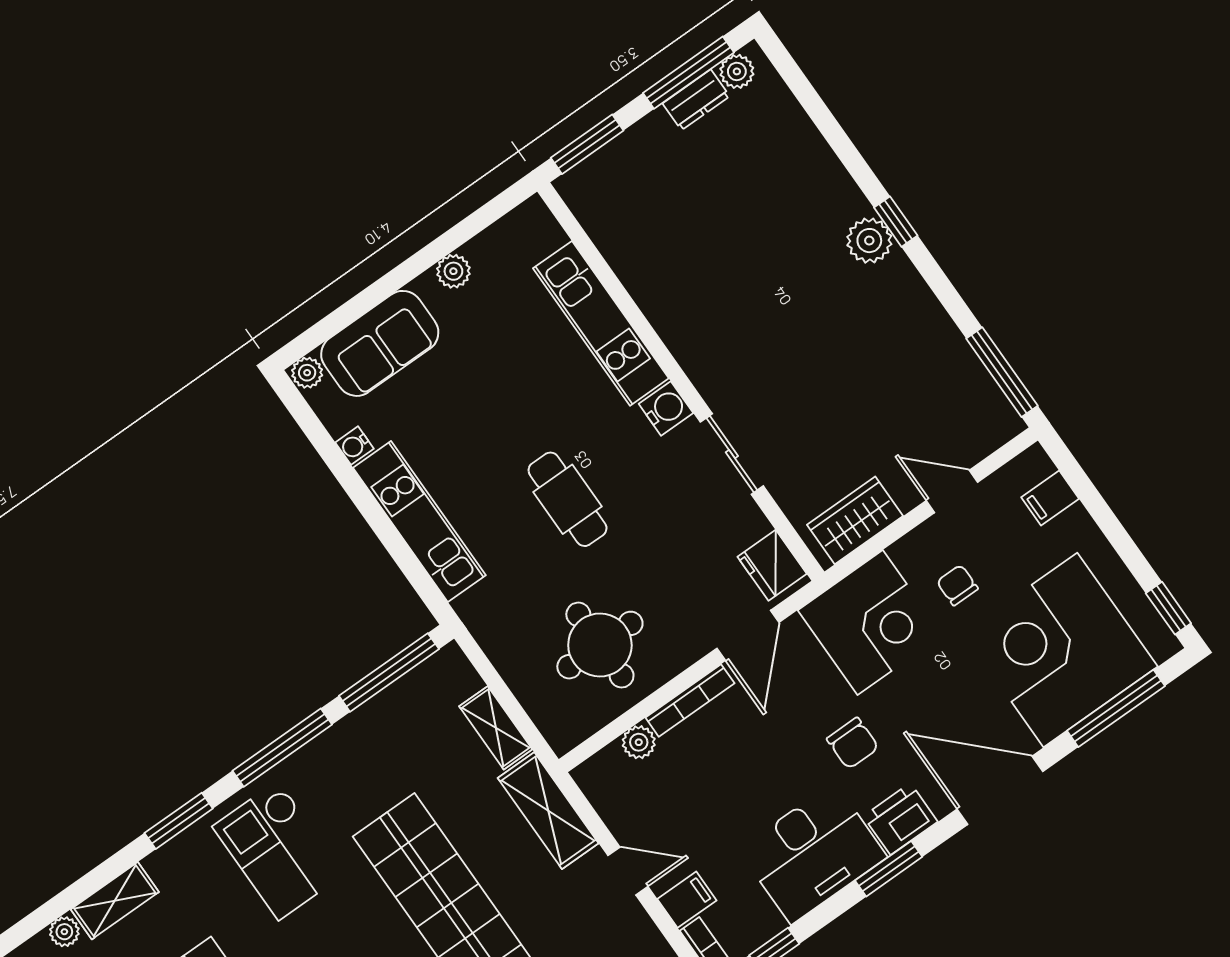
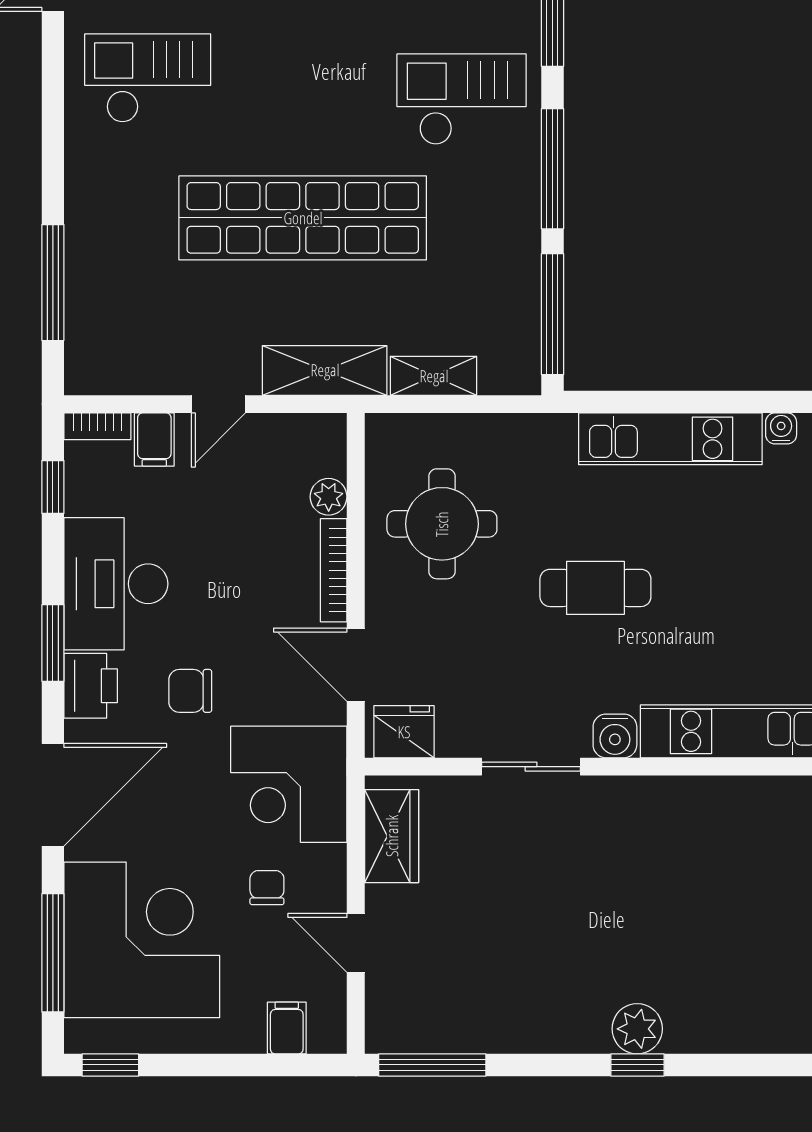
door: (952, 491) -> (356, 943), swing flipped
chair: (957, 585) -> (267, 888), turned -90

